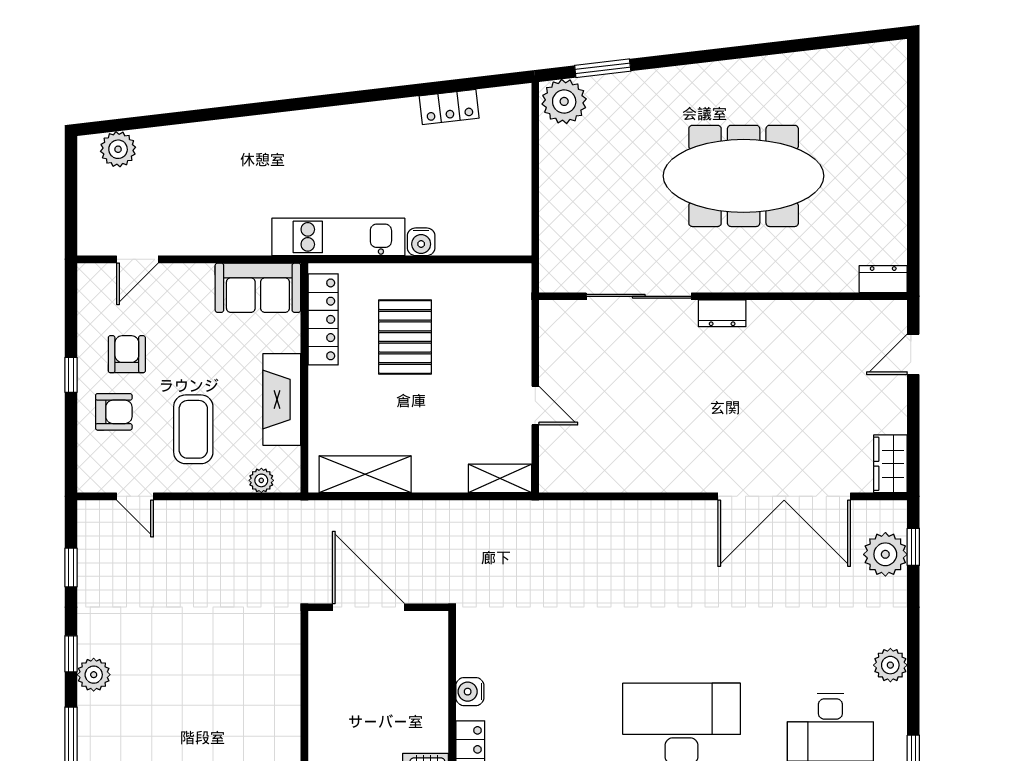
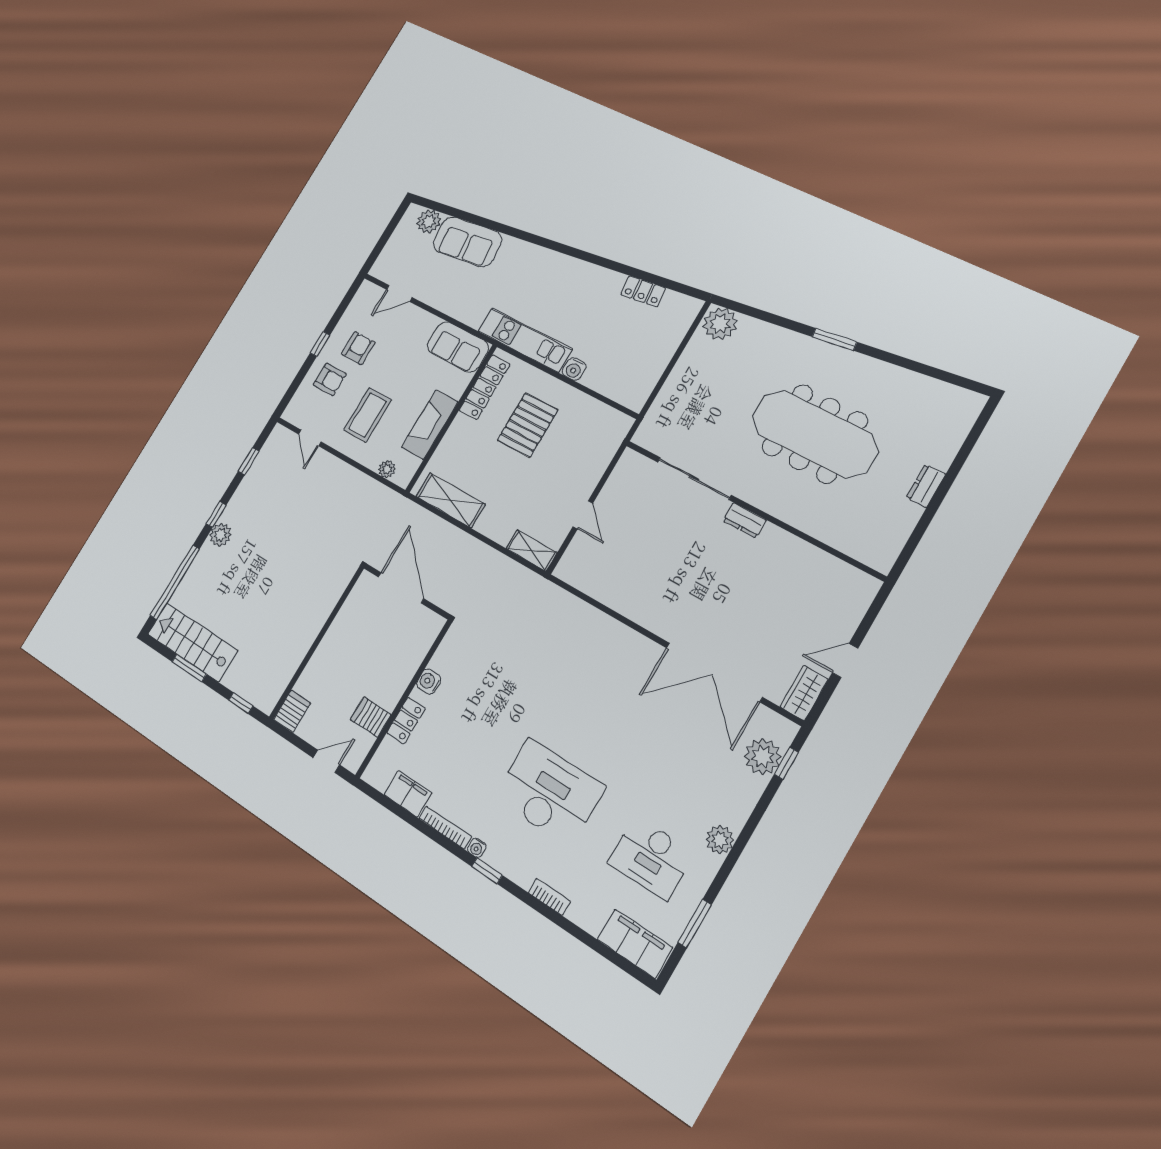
window: (603, 68) -> (835, 339), moved
sofa: (187, 151) -> (467, 242), added
dresser: (883, 279) -> (926, 486), moved, turned -90
door: (913, 354) -> (845, 660), moved

